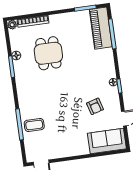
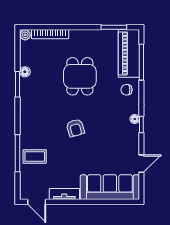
dining table: (48, 53) -> (80, 76), moved
chair: (103, 59) -> (126, 90), added
armchair: (95, 106) -> (75, 128), moved
sofa: (107, 141) -> (110, 187), width x1.36
tv unit: (63, 153) -> (64, 194), added

